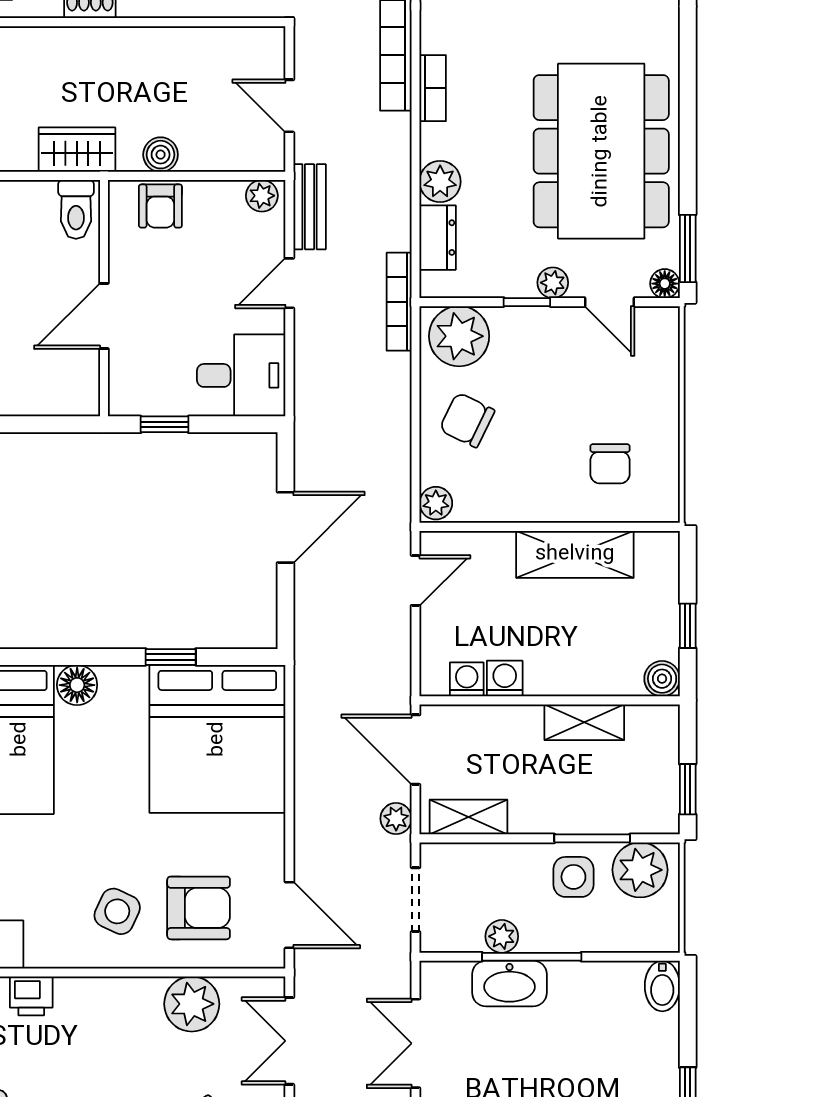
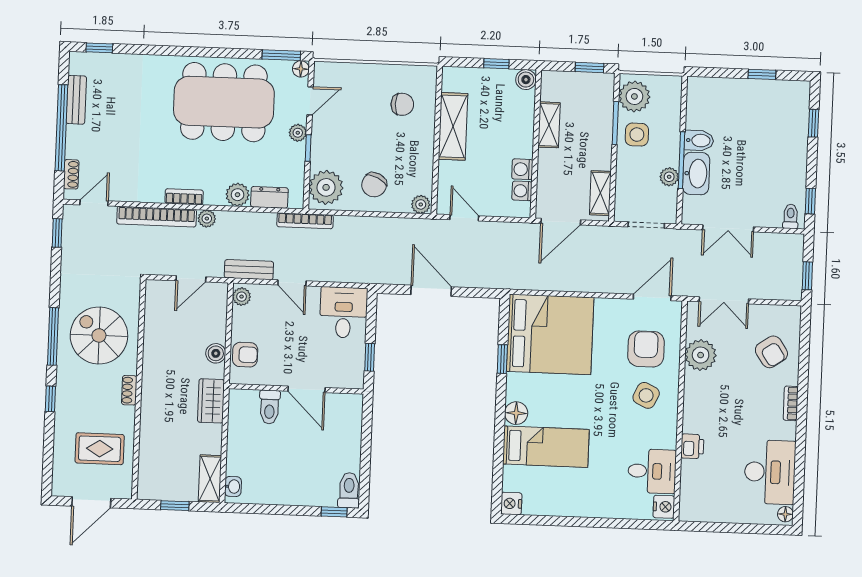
toilet: (76, 209) -> (270, 407), moved, turned 90
plant: (396, 819) -> (207, 219), moved
bidet: (662, 986) -> (699, 141), moved

